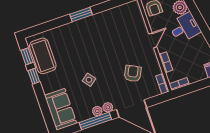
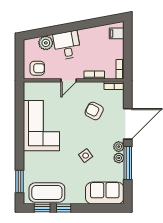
window: (81, 14) -> (19, 181), moved
corner sofa: (102, 30) -> (41, 126), added
door: (153, 40) -> (69, 80), swing flipped

